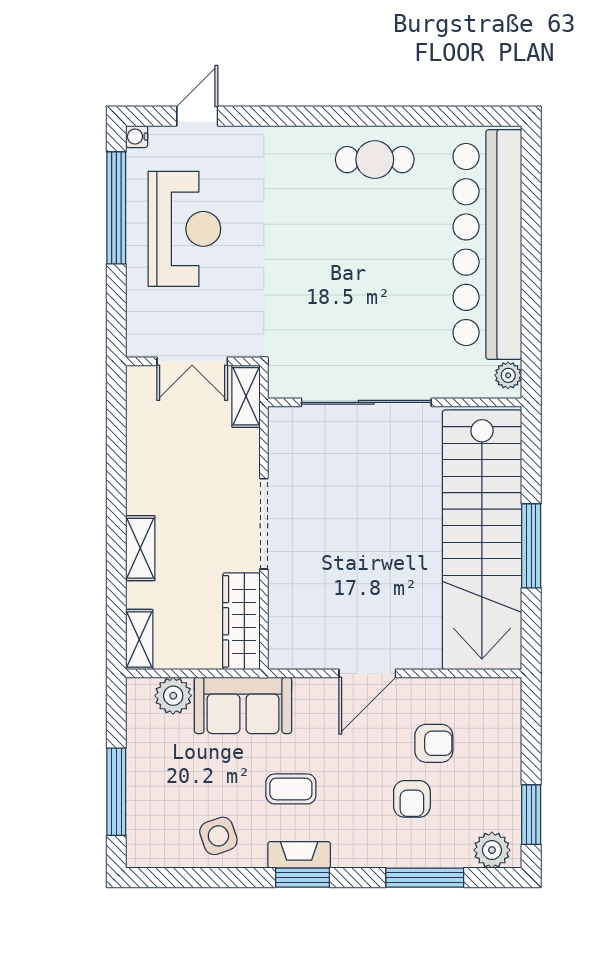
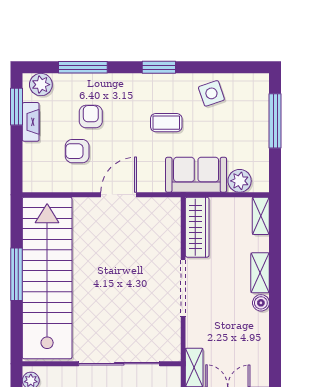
boiler: (139, 500) -> (261, 303), added
fireplace: (299, 855) -> (31, 122), moved, turned -90

